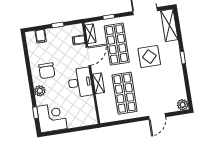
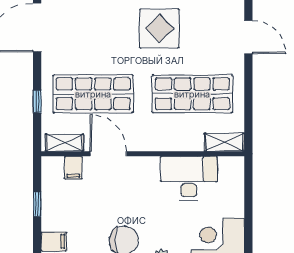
display table: (149, 57) -> (160, 28), moved
desk: (80, 82) -> (189, 178), moved
shelving: (98, 83) -> (224, 142), moved

